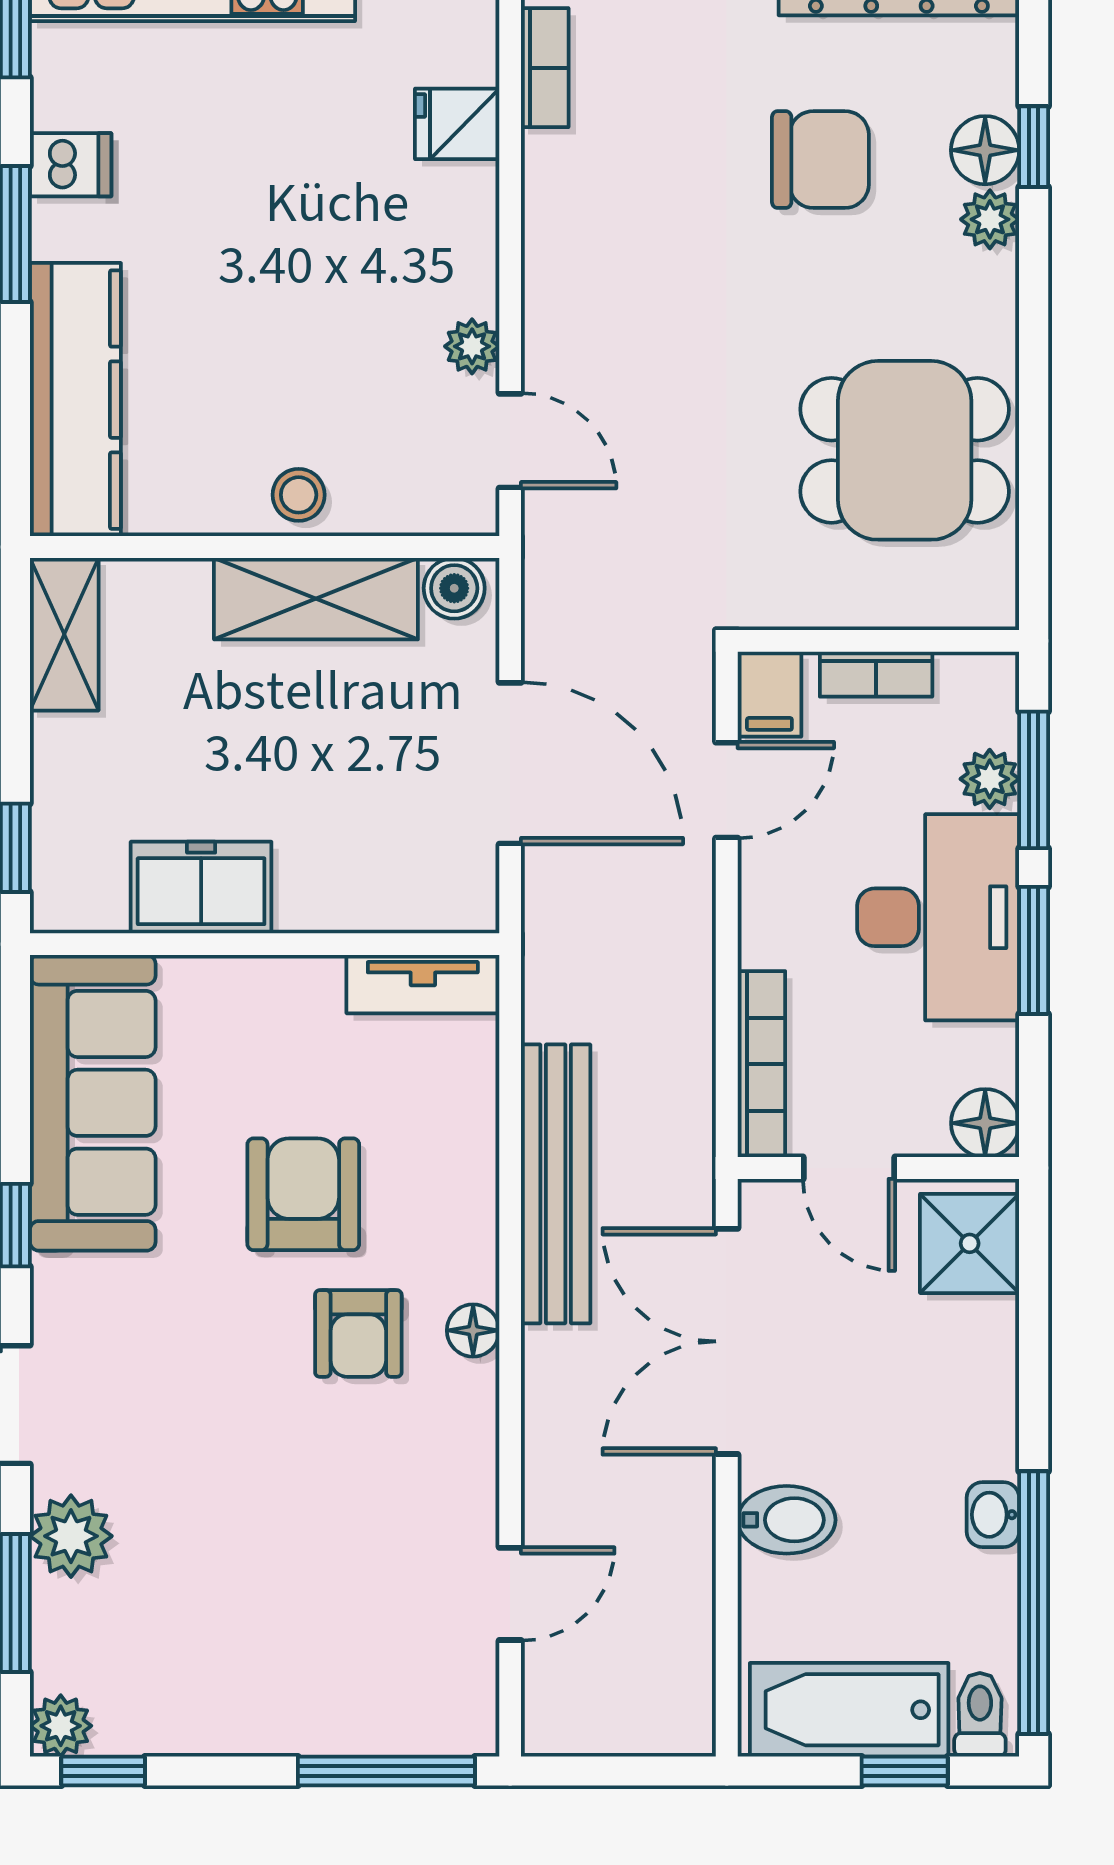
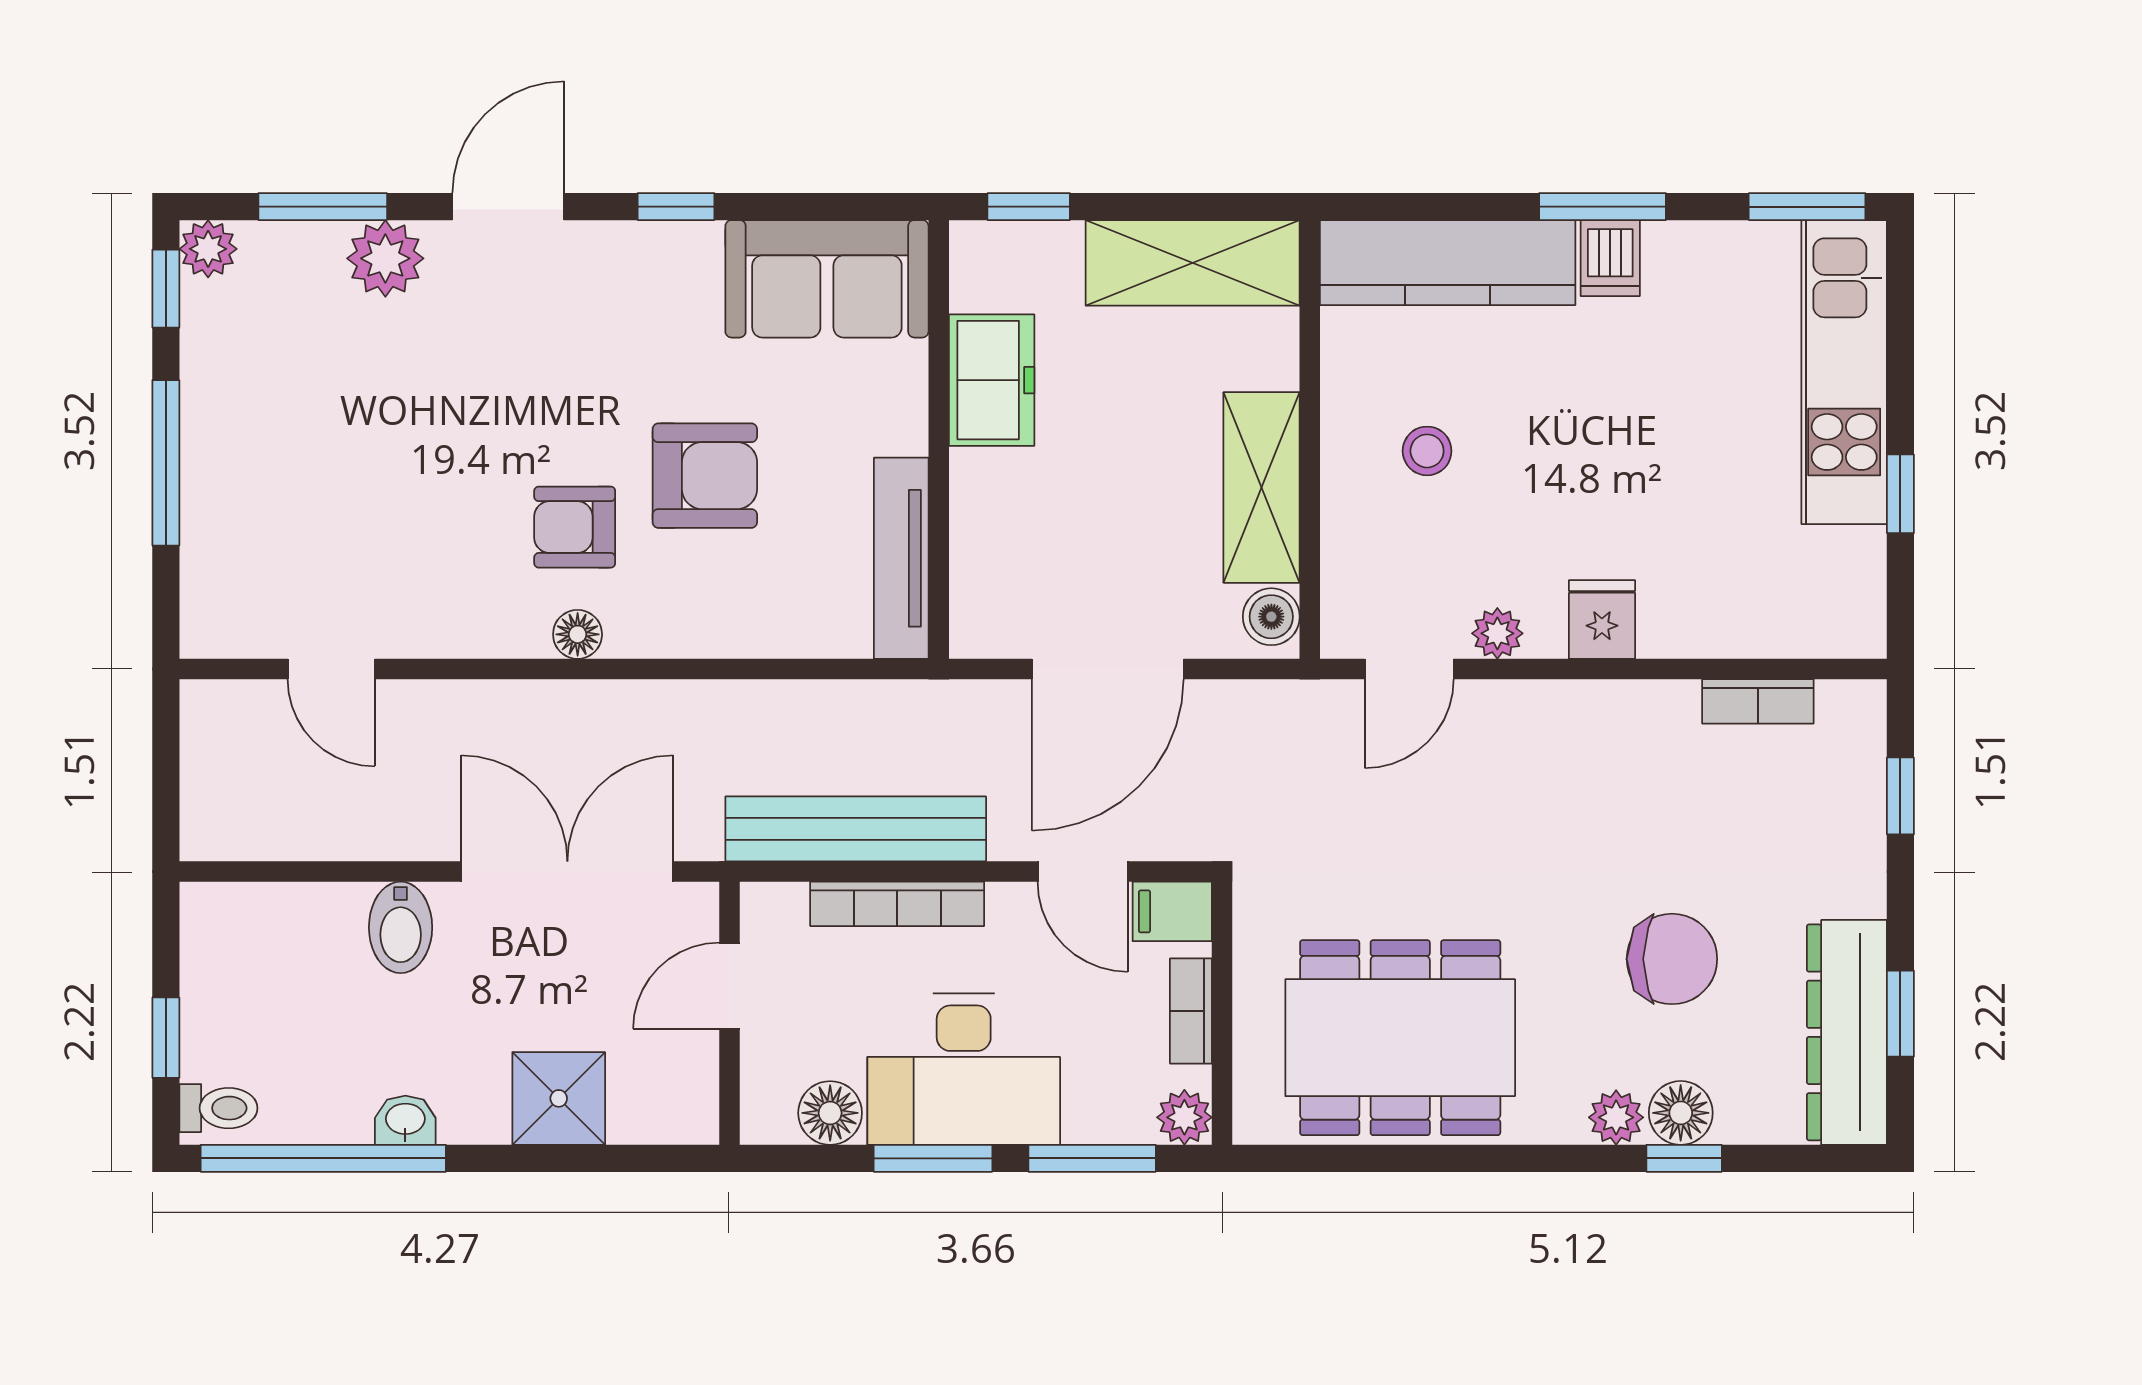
fridge: (457, 124) -> (1602, 619), moved
chair: (820, 160) -> (1672, 959), turned -90
dishwasher: (71, 165) -> (1610, 258), moved
dining table: (905, 450) -> (1400, 1038), width x1.38
stool: (299, 495) -> (1427, 451), moved
shelving: (64, 634) -> (1193, 263), width x1.50, depth x1.33
plant: (990, 779) -> (1184, 1117), moved
tv unit: (423, 984) -> (901, 558), width x1.41
bookcase: (761, 1064) -> (897, 904), moved
sofa: (93, 1103) -> (827, 279), width x0.73
floor lamp: (985, 1123) -> (830, 1113), moved
bench: (556, 1184) -> (856, 829), moved
shower: (970, 1243) -> (559, 1098), moved
bathtub: (849, 1710) -> (223, 986), removed
window: (386, 1771) -> (166, 463), moved

